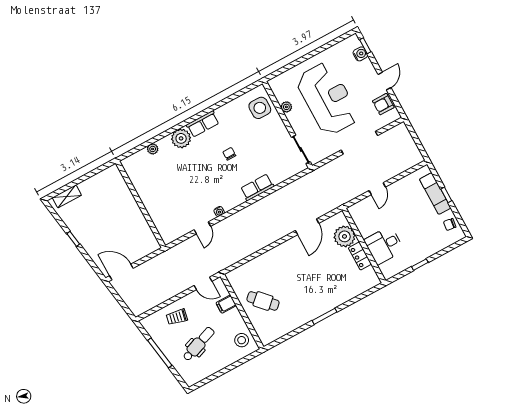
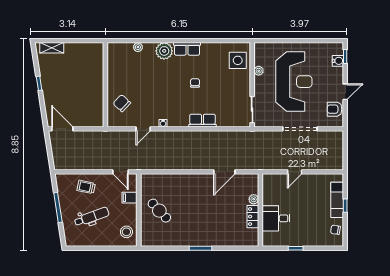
chair: (167, 214) -> (122, 103), added
plant: (345, 236) -> (254, 199), width x0.53, depth x0.53

